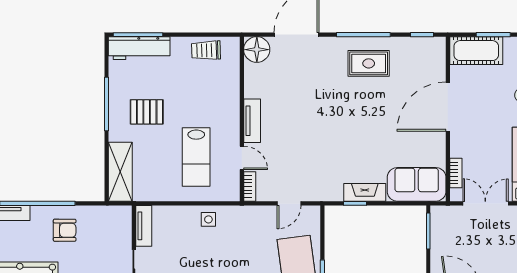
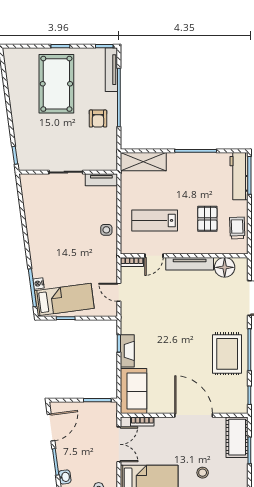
floor lamp: (257, 50) -> (225, 267), moved
rug: (369, 63) -> (227, 354), width x1.36, depth x1.43
pallet: (147, 112) -> (207, 219), moved
tv unit: (252, 121) -> (190, 264), width x1.41

